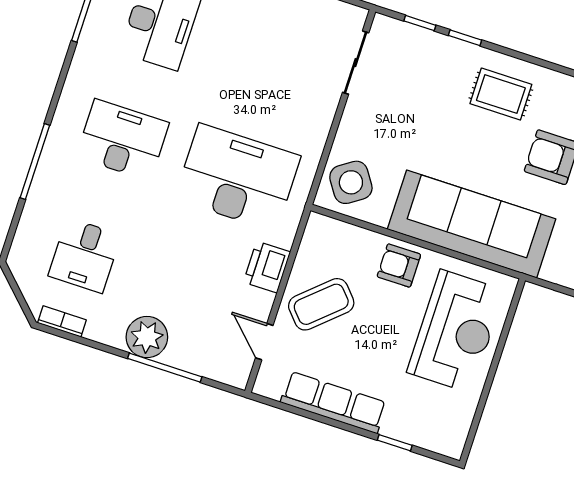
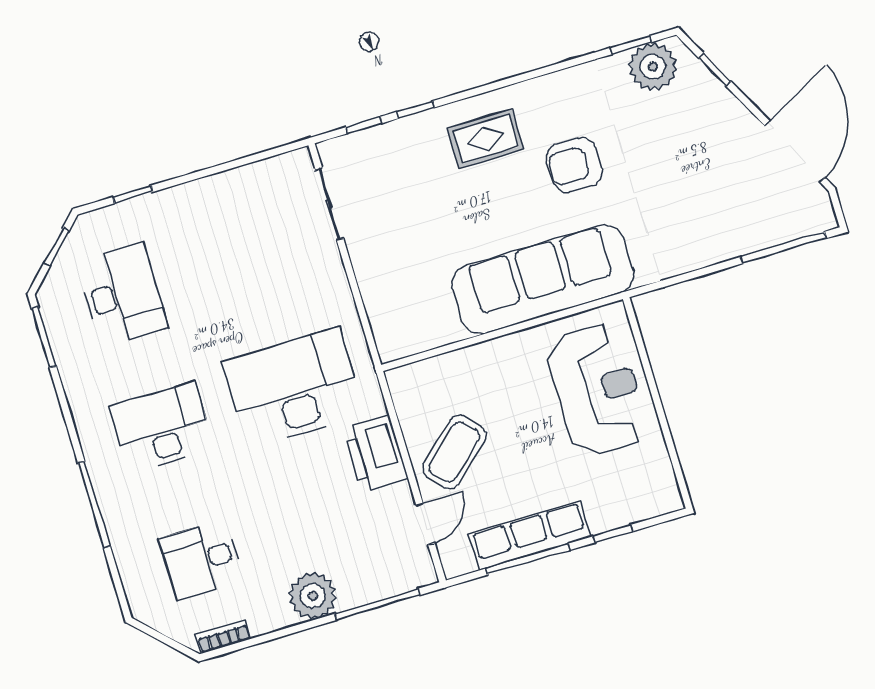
side table: (351, 182) -> (403, 319), removed
desk: (85, 255) -> (202, 560), turned 90
armchair: (399, 266) -> (502, 365), removed
printer: (267, 267) -> (376, 454), width x1.37, depth x1.19
door: (264, 342) -> (425, 524), swing flipped
window: (165, 368) -> (377, 604), moved
window: (321, 419) -> (528, 559), added

